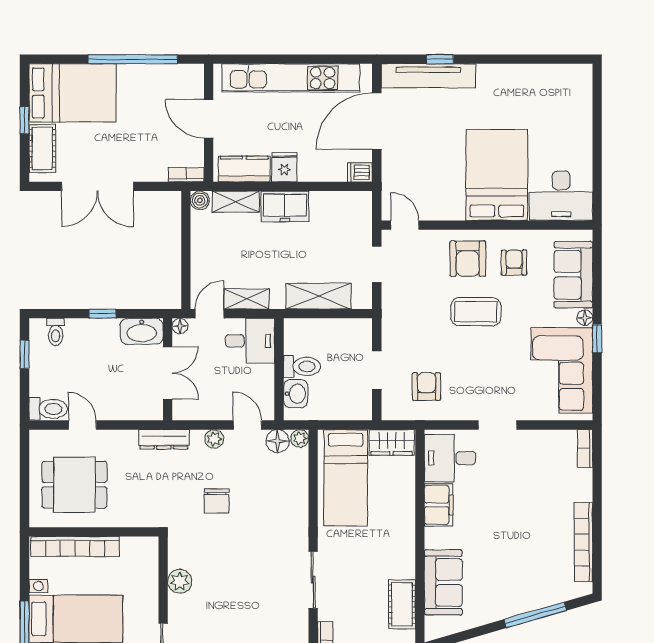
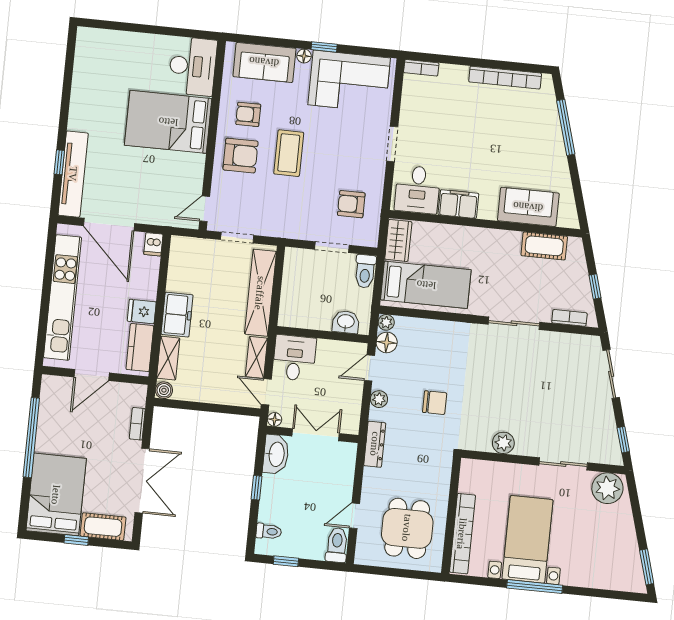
bookcase: (186, 175) -> (137, 424), moved
shelving: (318, 296) -> (260, 293), width x1.47
toilet: (302, 366) -> (365, 271), moved, turned 180

